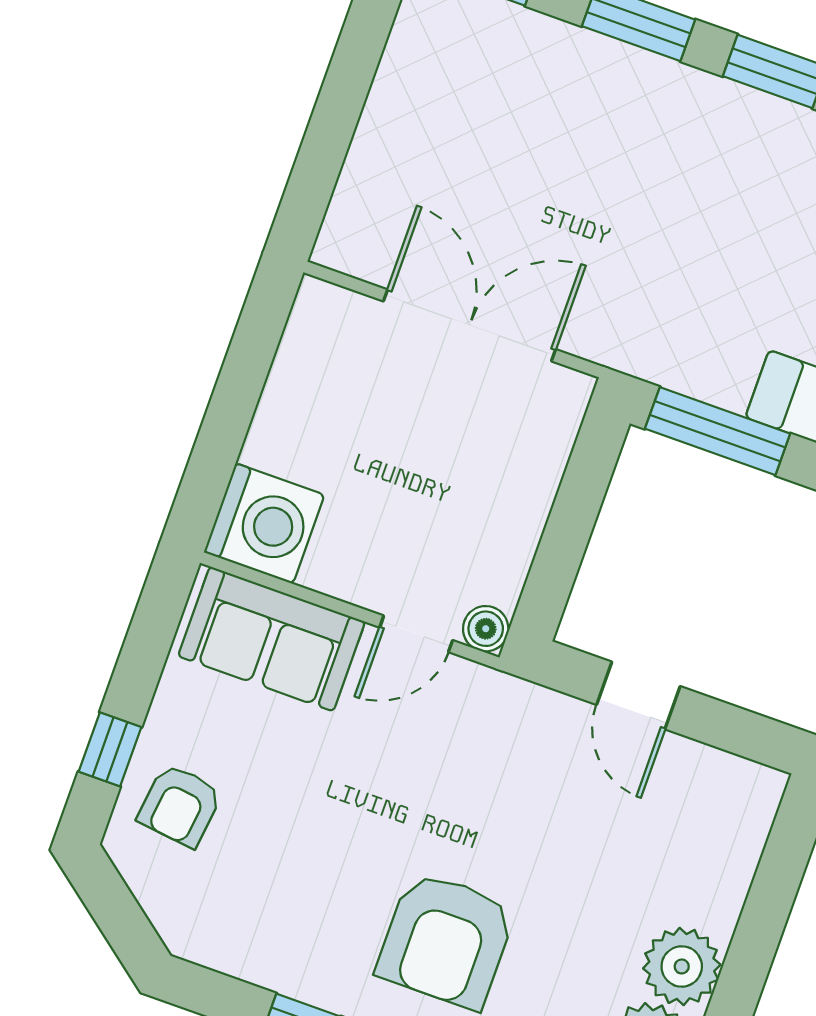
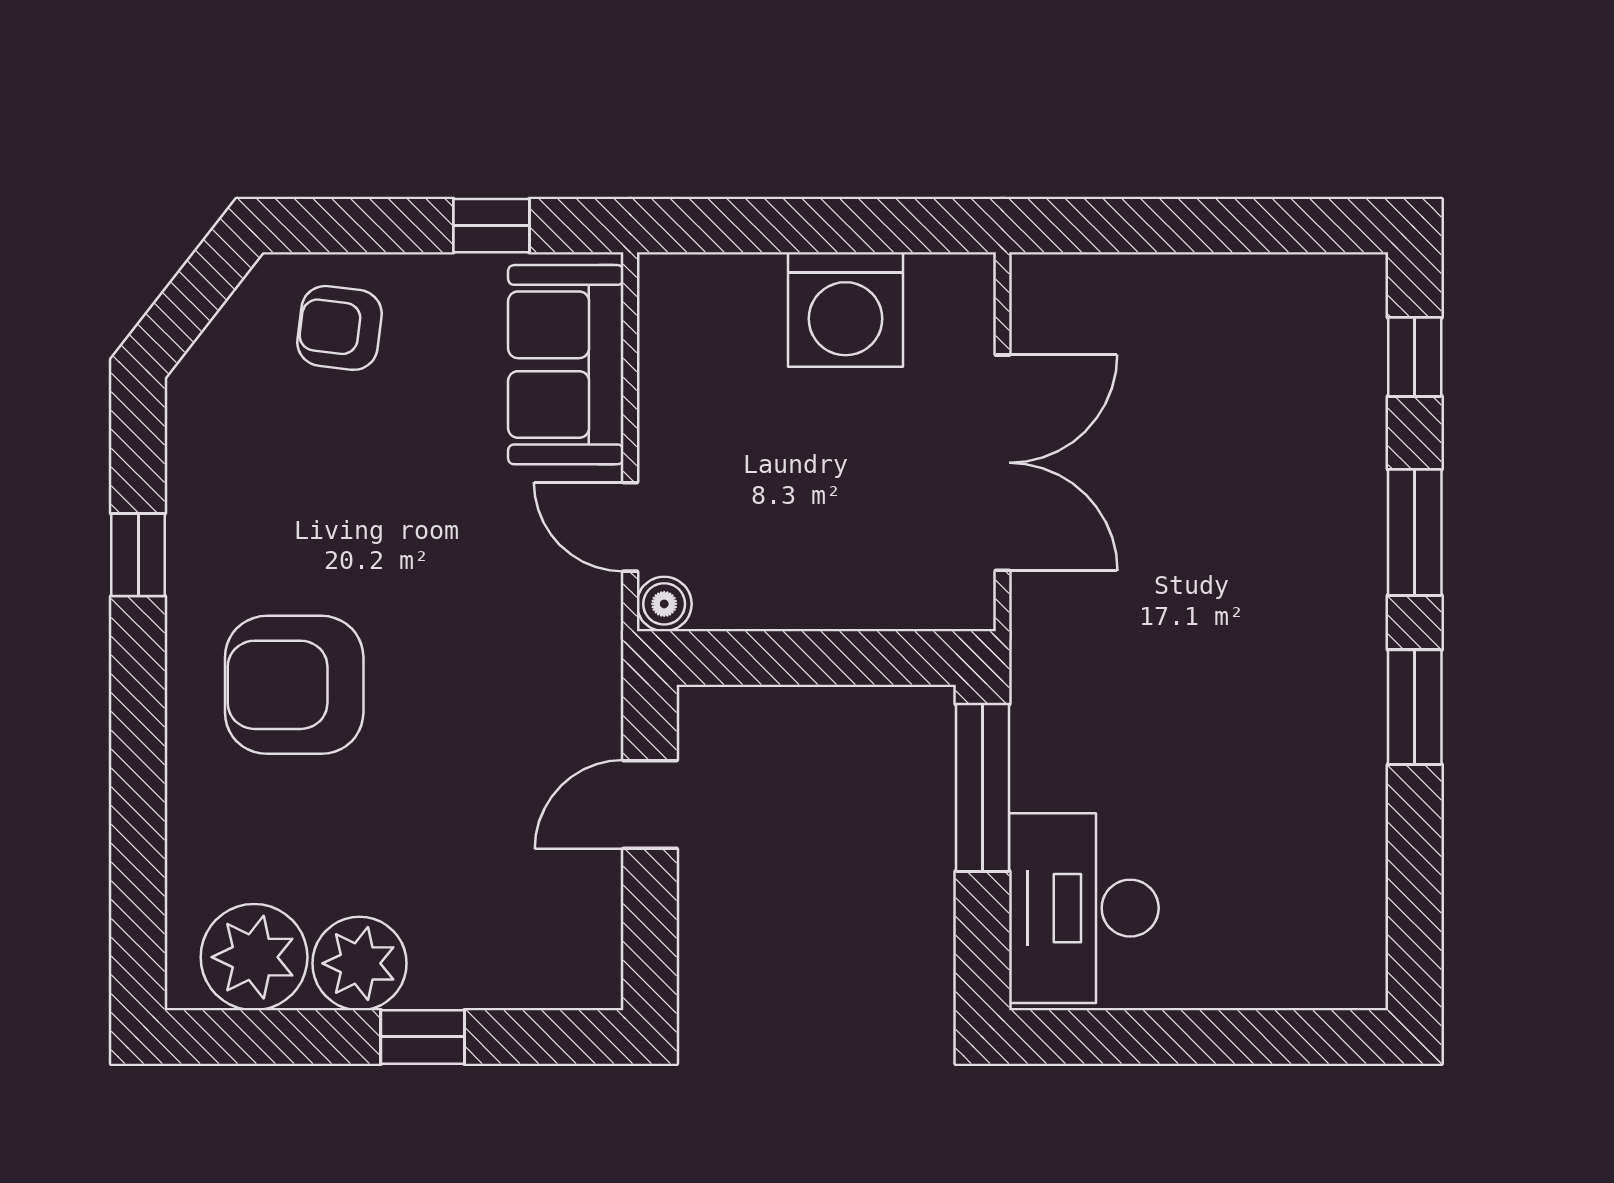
washing machine: (264, 524) -> (846, 310), moved
window: (110, 749) -> (491, 226), moved
window: (757, 938) -> (423, 1037), added

